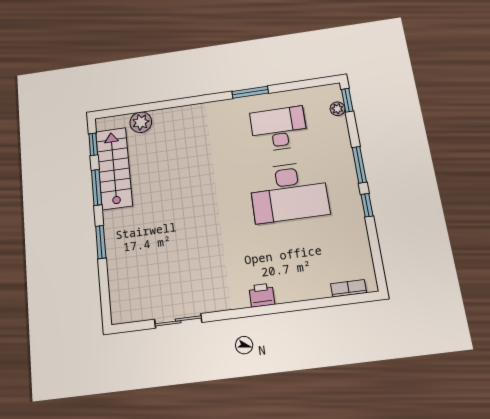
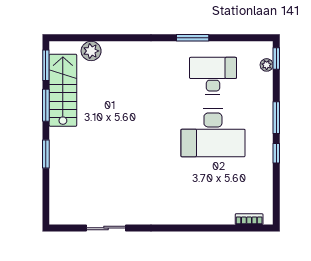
window: (93, 144) -> (46, 65), width x1.50
printer: (262, 295) -> (178, 216), removed

